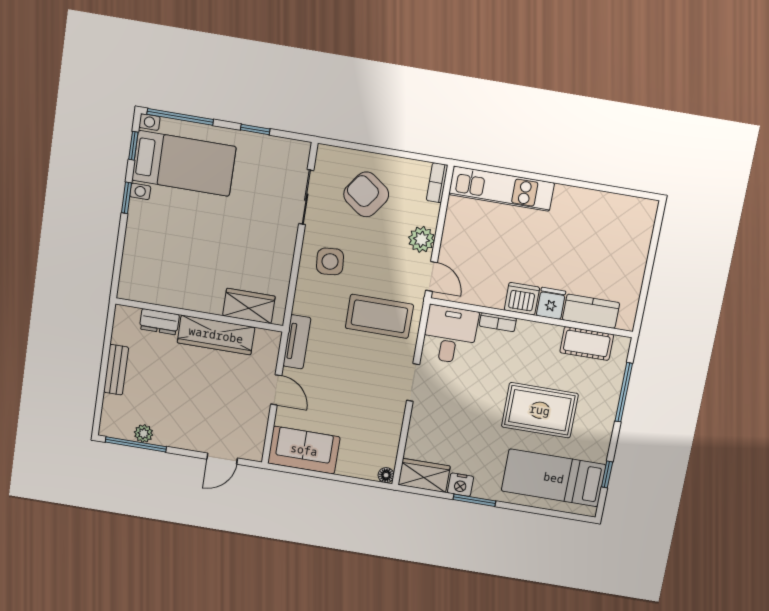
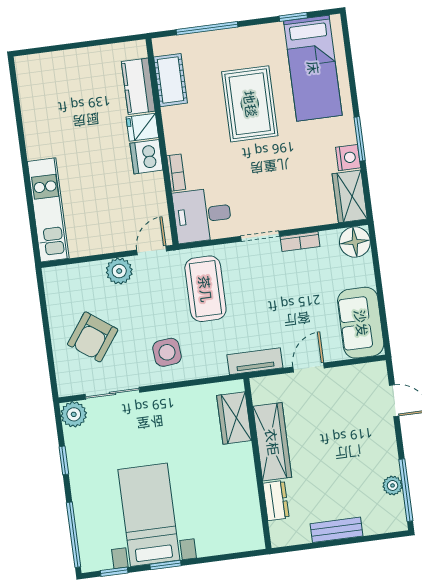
plant: (297, 153) -> (74, 414), added
bed with nightstands: (184, 163) -> (149, 515), moved
bookcase: (437, 183) -> (300, 241), moved
floor lamp: (386, 475) -> (355, 242), width x1.89, depth x1.89

